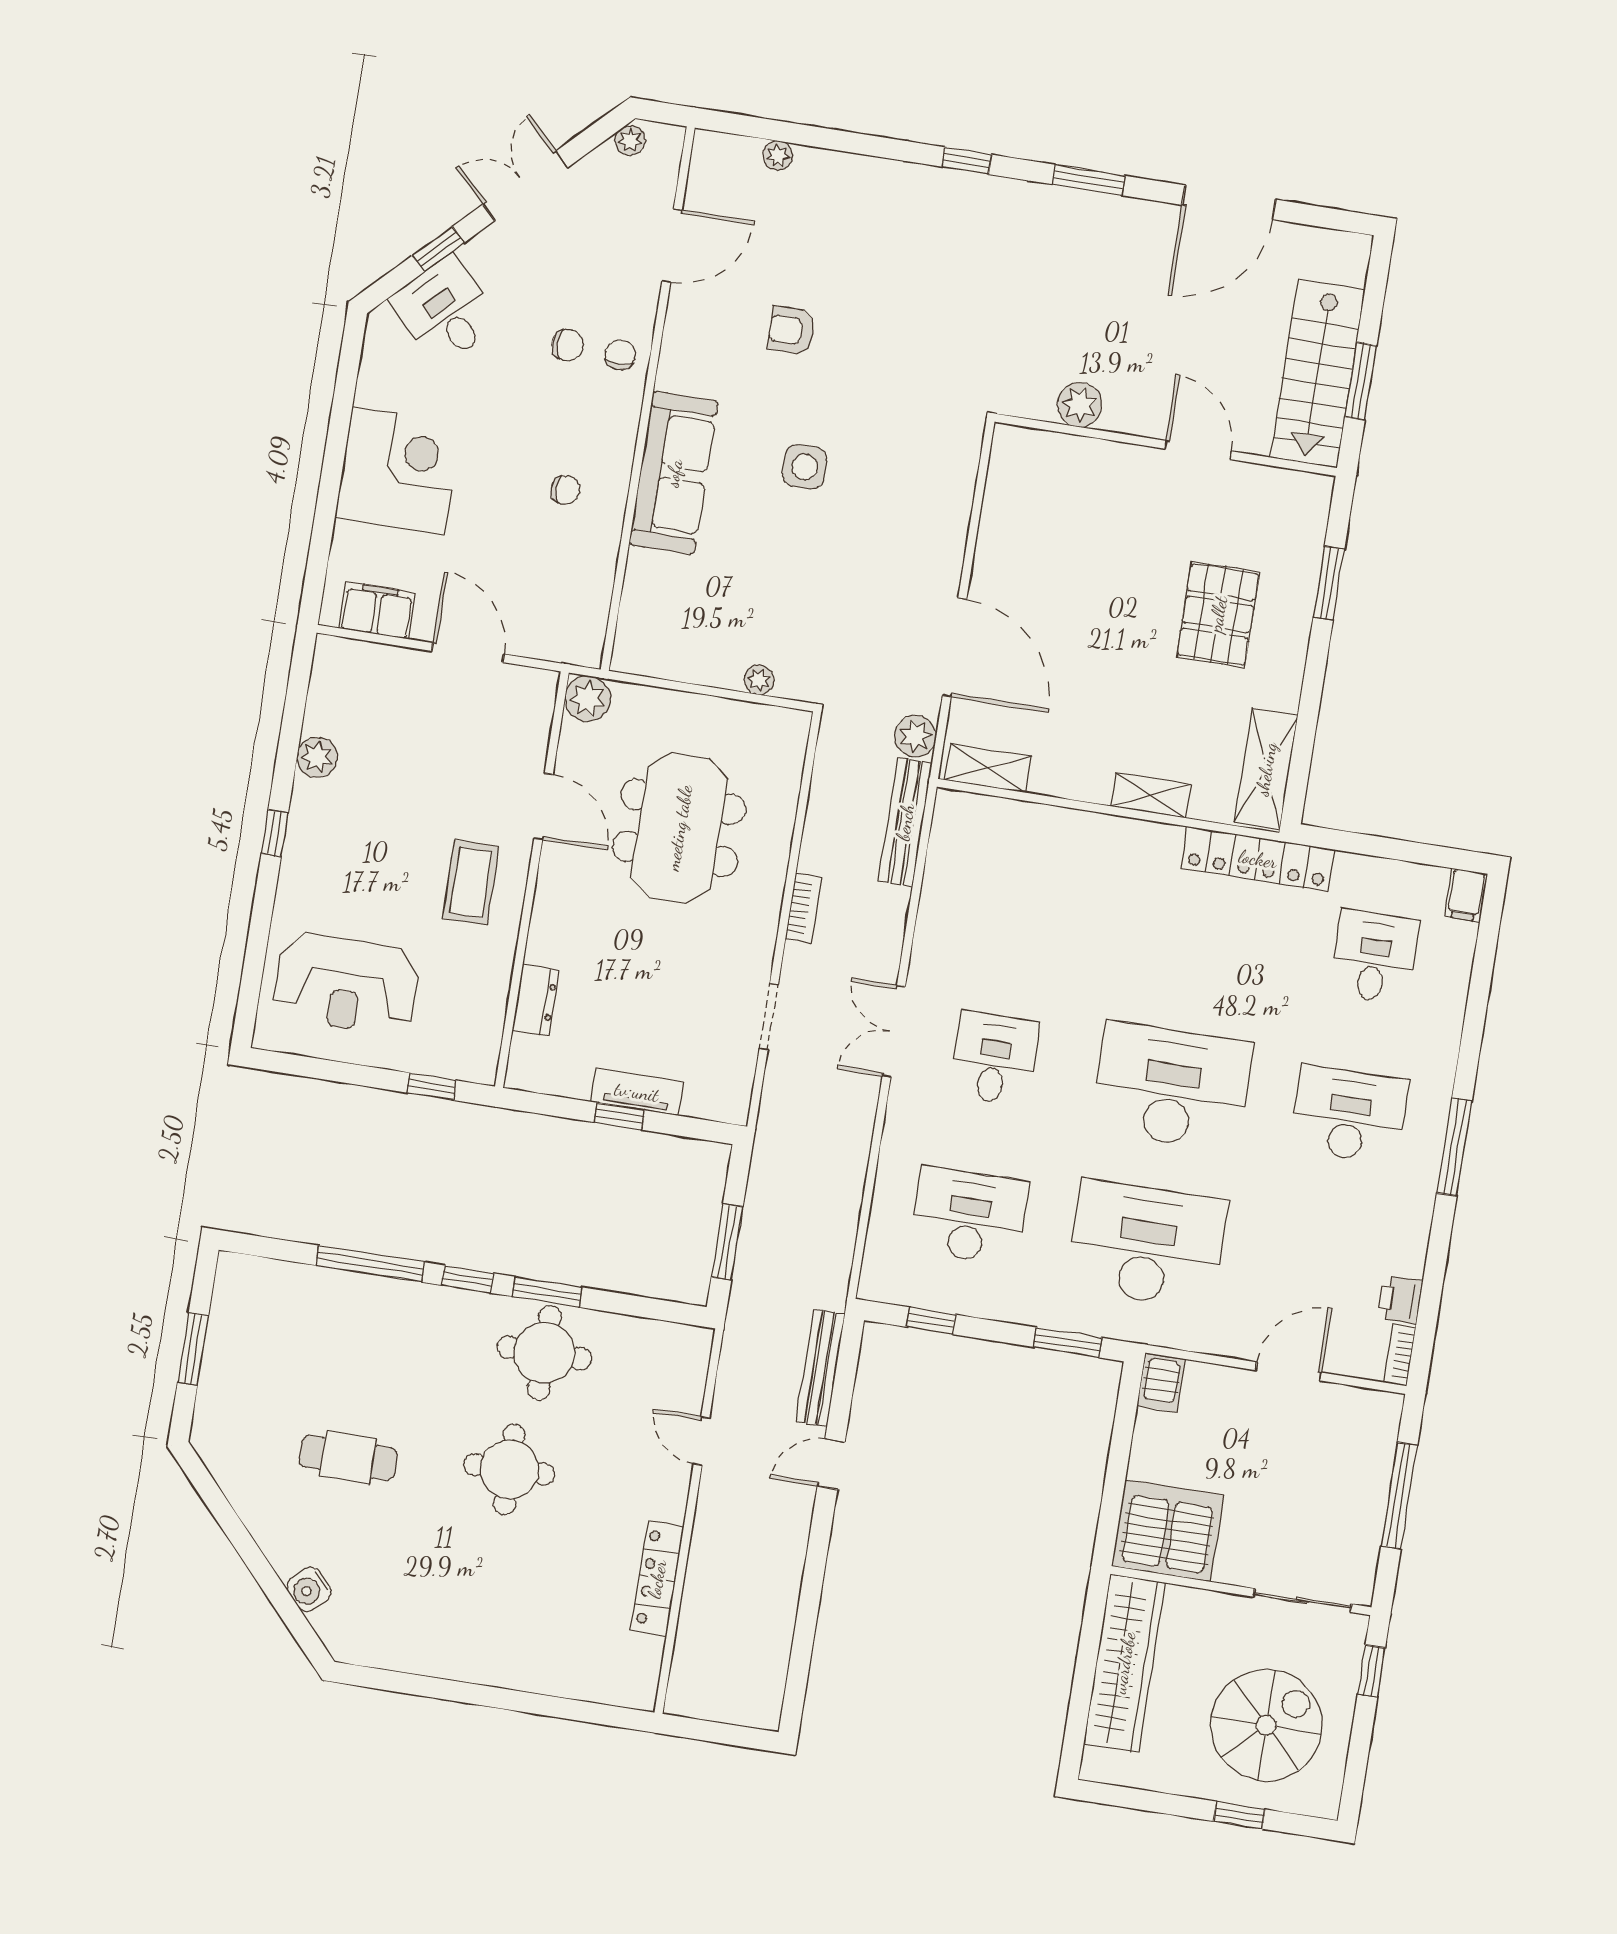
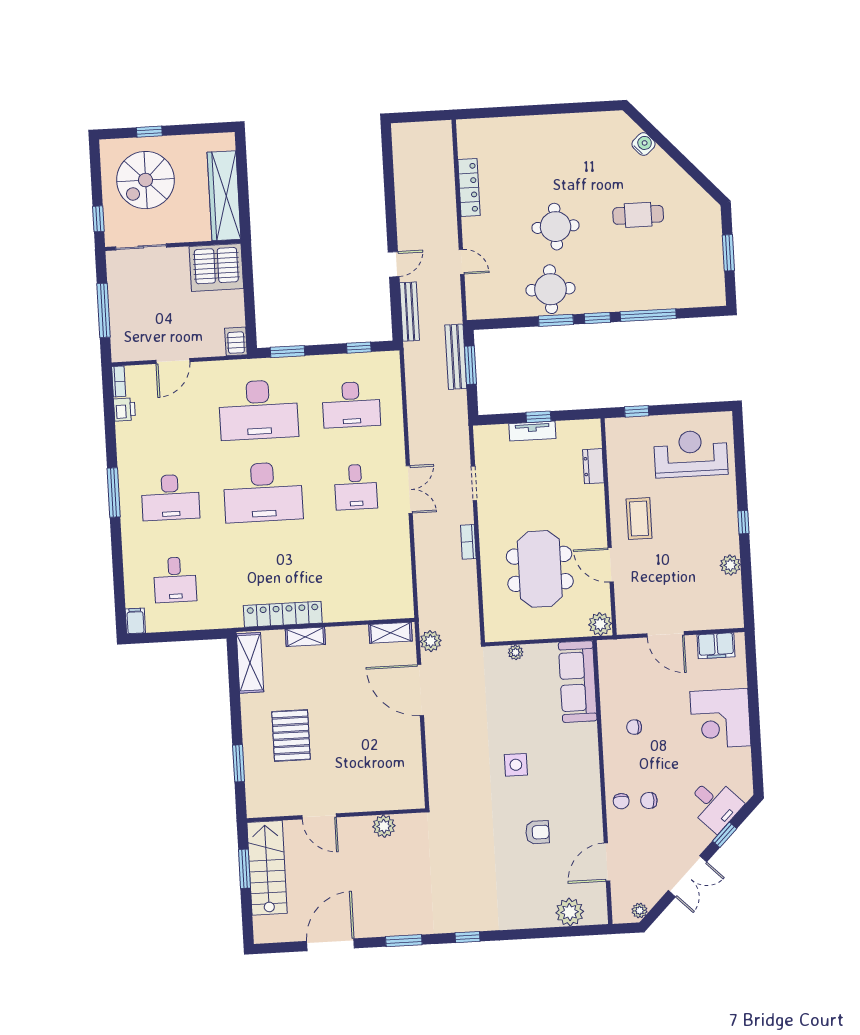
plant: (778, 156) -> (570, 912), width x1.88, depth x1.88
sofa: (674, 473) -> (578, 682), moved
bench: (905, 822) -> (456, 357), moved
locker: (1258, 859) -> (283, 614), moved

